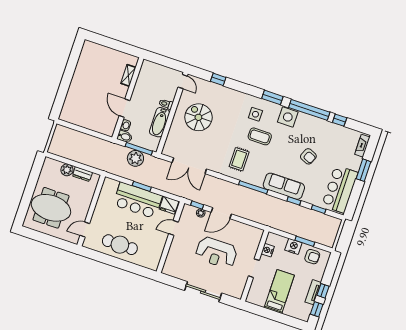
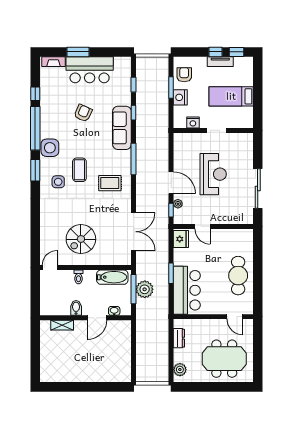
window: (218, 79) -> (35, 232), removed
bathtub: (160, 122) -> (112, 277), moved
bidet: (125, 137) -> (76, 308), moved
plant: (67, 170) -> (180, 370), moved
bar counter: (340, 189) -> (90, 70), moved
bar counter: (138, 200) -> (187, 290), moved
meeting table: (51, 208) -> (224, 359), turned 90
sliding door: (203, 292) -> (258, 188), moved

